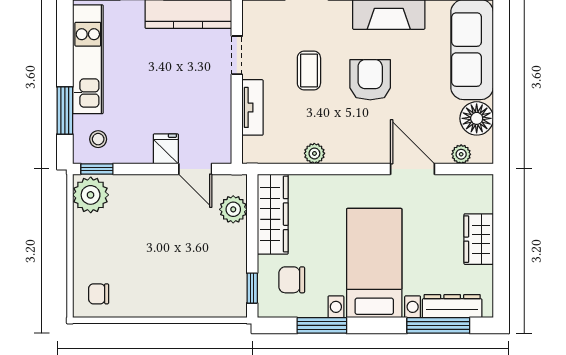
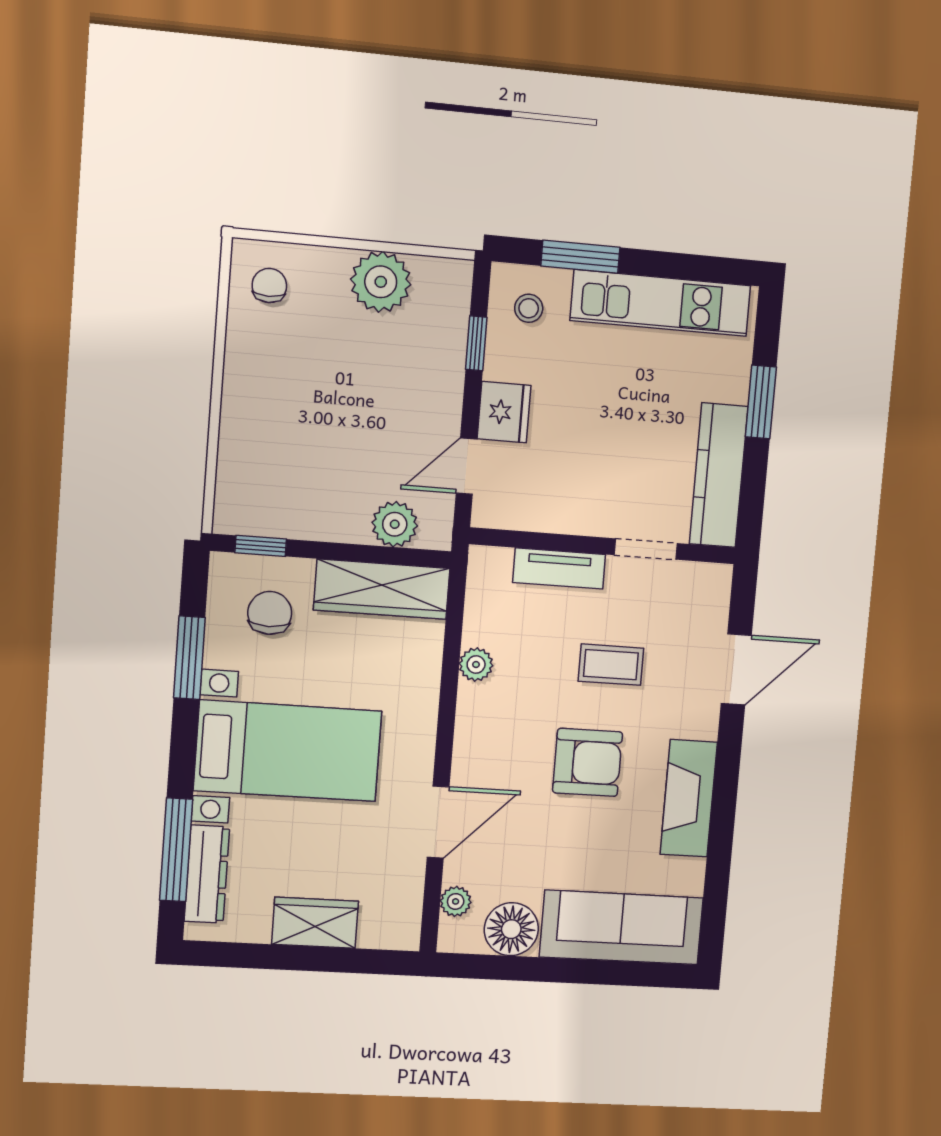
fridge: (166, 149) -> (504, 412), width x1.38
window: (97, 169) -> (476, 343), moved
plant: (91, 195) -> (381, 282), moved

